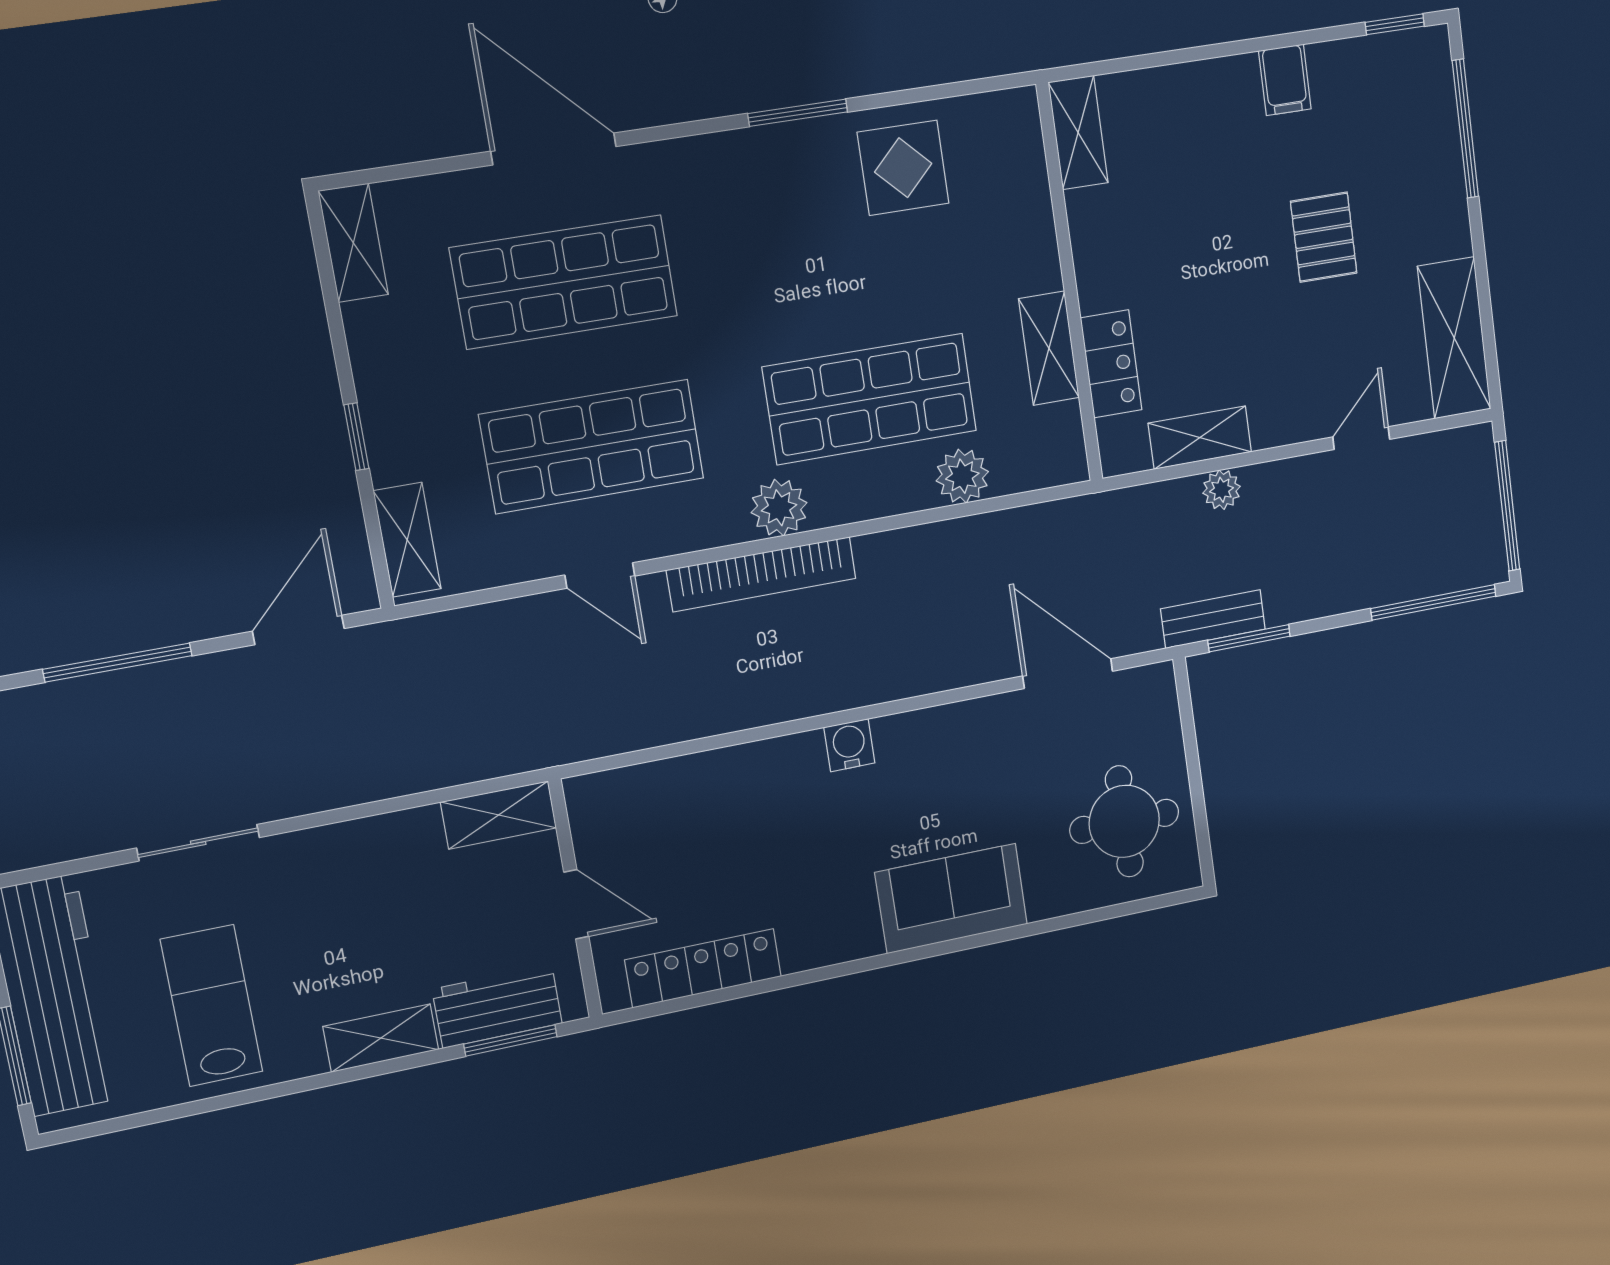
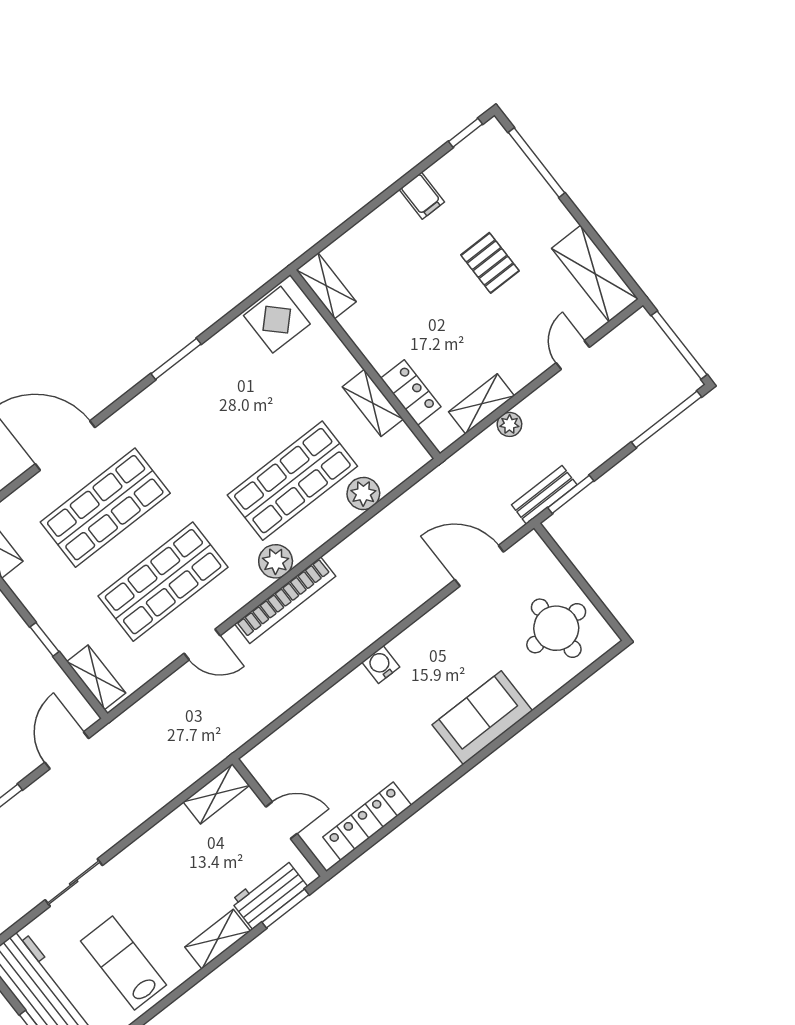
display table: (903, 168) -> (277, 320), moved

